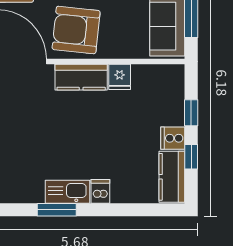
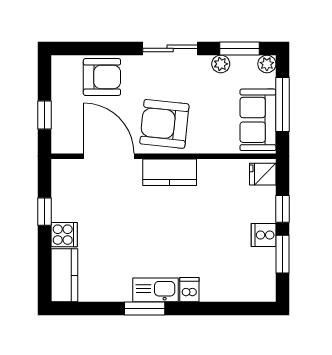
fridge: (120, 77) -> (263, 174), moved, turned 90
window: (191, 157) -> (282, 254), width x1.50
kitchen counter: (172, 177) -> (263, 275), removed

